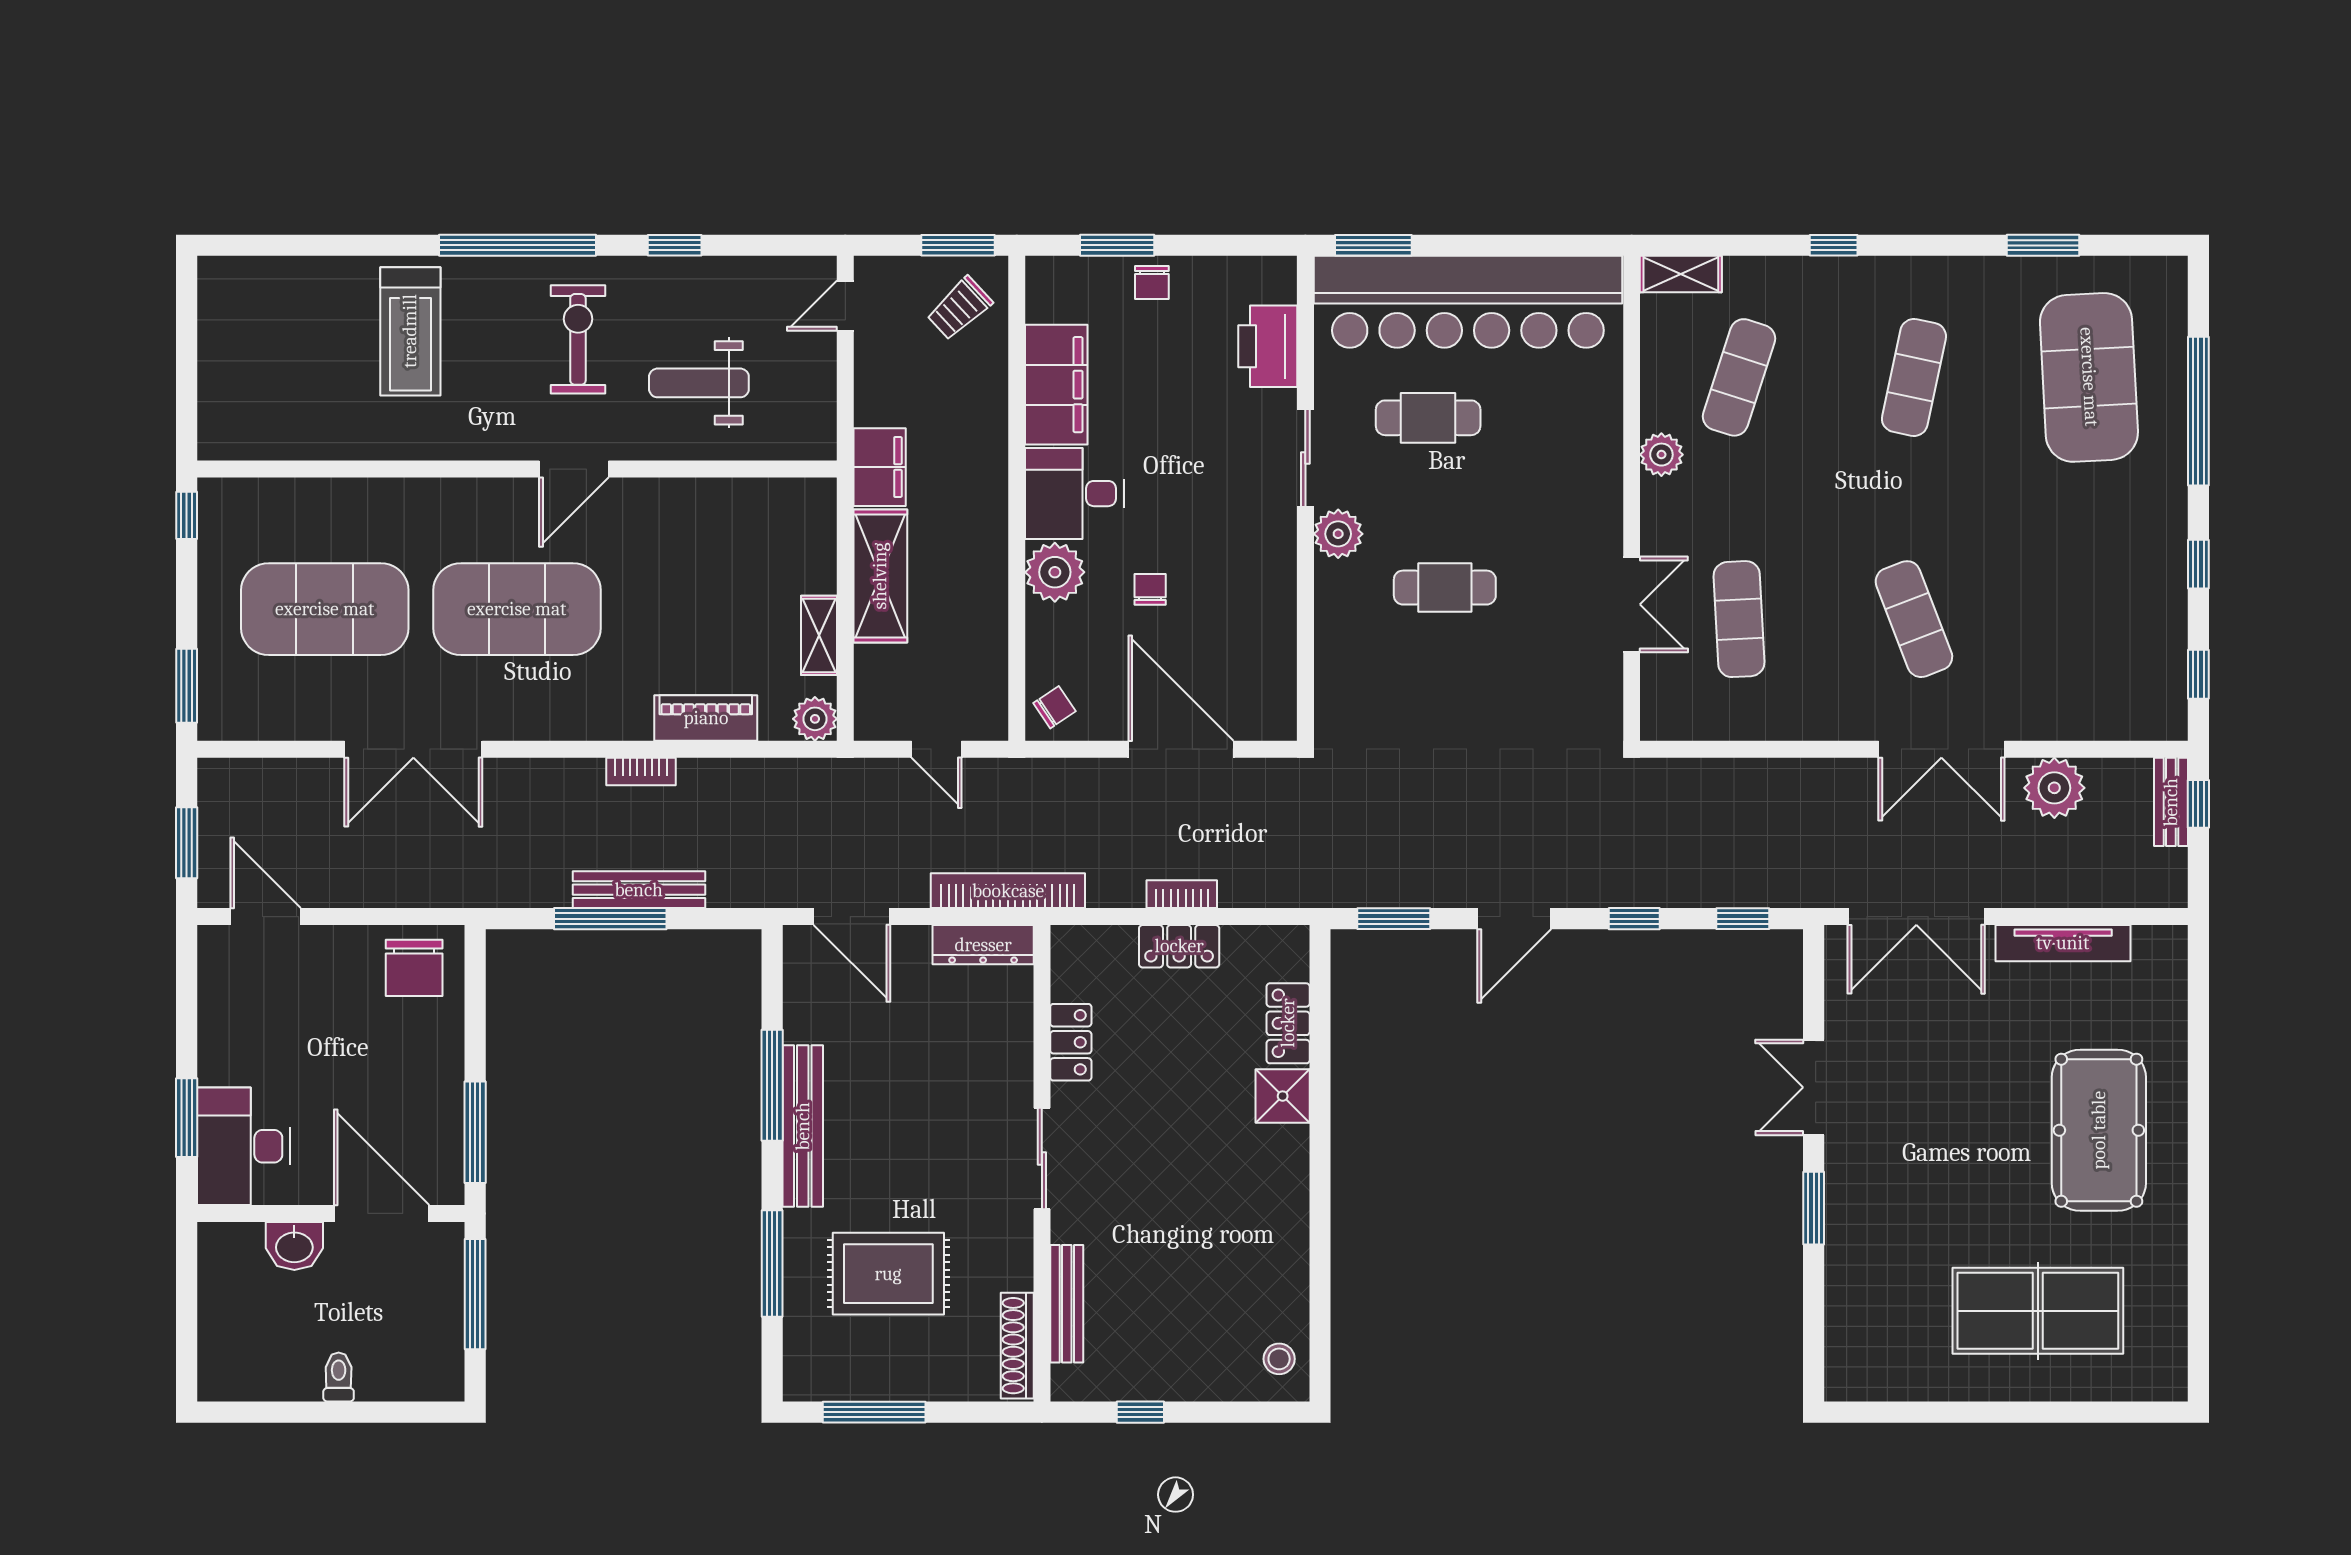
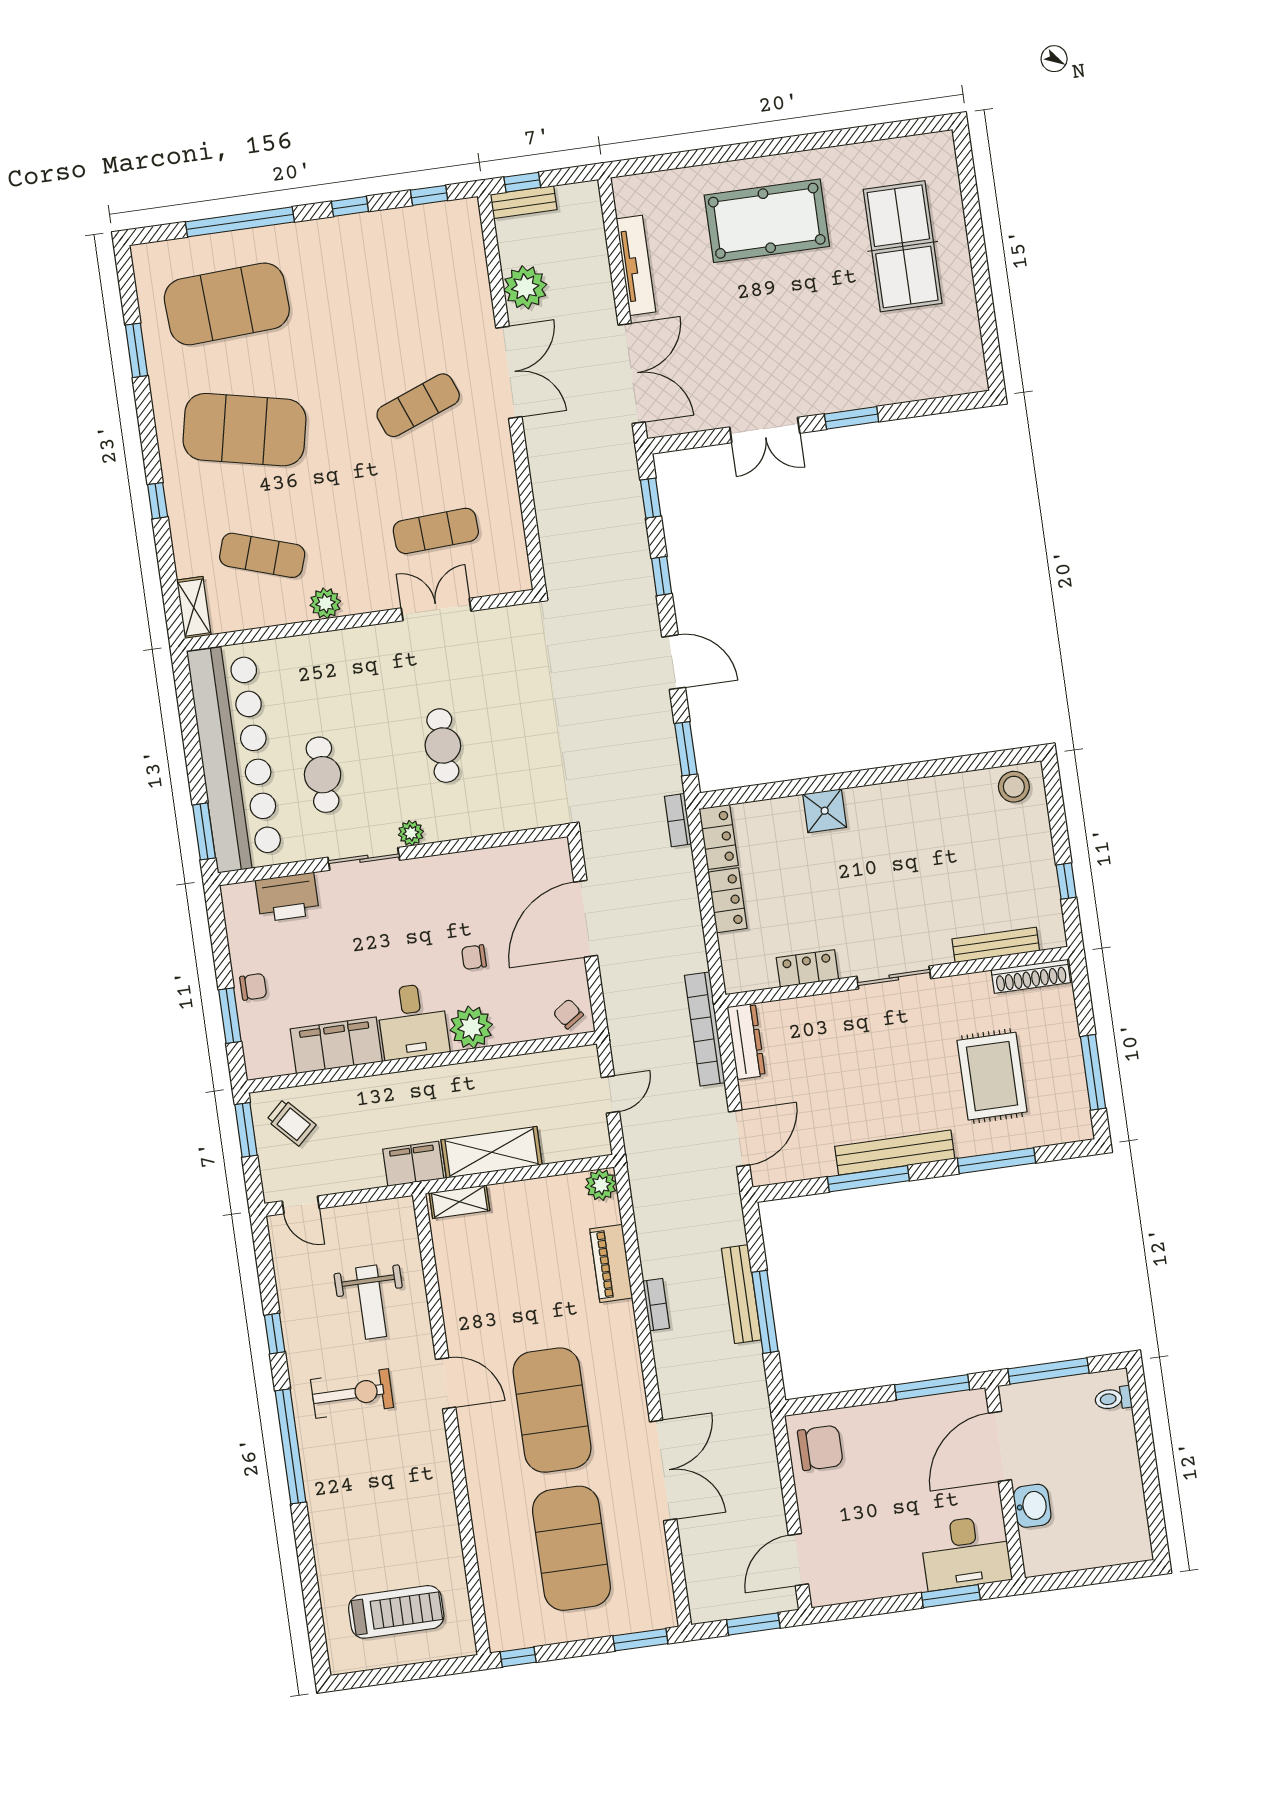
treadmill: (410, 331) -> (396, 1612), moved
exercise bike: (578, 339) -> (352, 1394), turned 180
exercise mat: (1914, 377) -> (244, 430), width x2.00, depth x1.45
plant: (1338, 534) -> (411, 833), width x0.73, depth x0.73
shelving: (819, 635) -> (459, 1202), moved
bookcase: (1182, 894) -> (678, 820), moved
locker: (1288, 1023) -> (719, 837), moved, turned -90
stool: (1279, 1359) -> (1014, 787), width x1.37, depth x1.37
toilet: (339, 1377) -> (1113, 1399), moved

